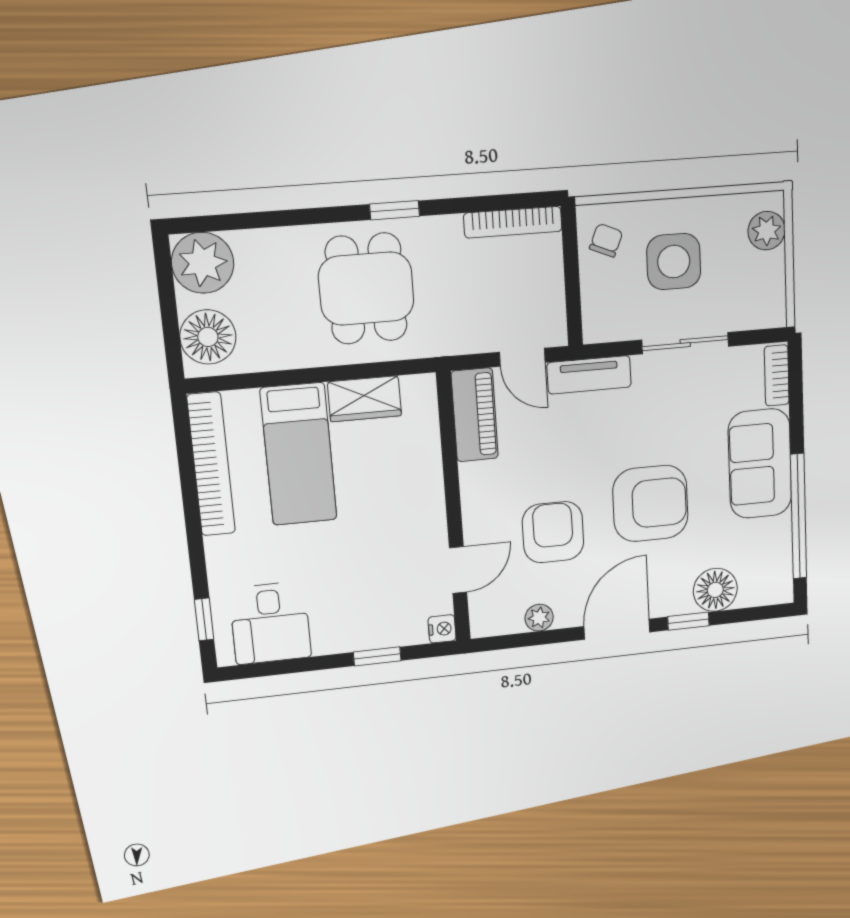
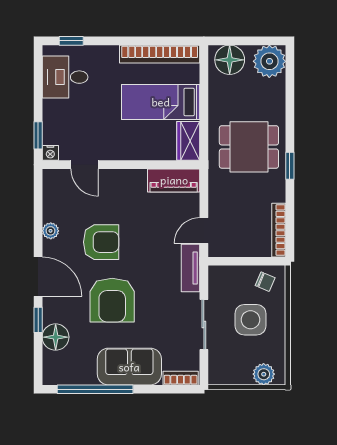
piano: (475, 415) -> (174, 180), moved
wall: (453, 508) -> (121, 165), moved
door: (458, 570) -> (84, 165), moved
nightstand: (442, 629) -> (50, 153), moved

